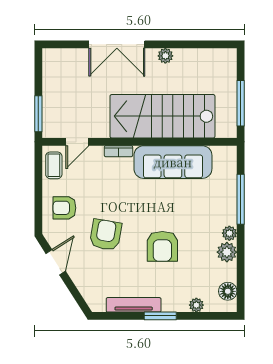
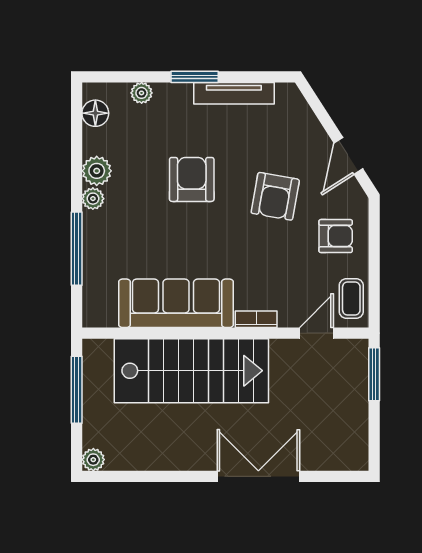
plant: (165, 56) -> (93, 460), moved

